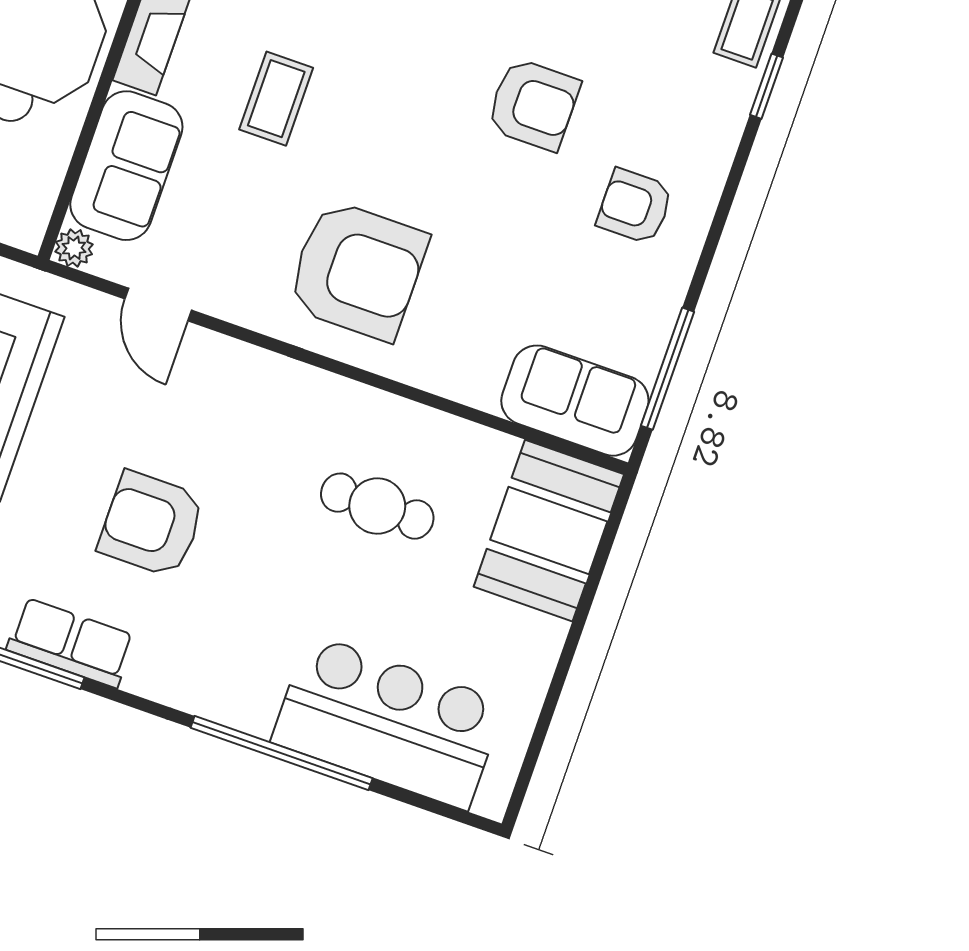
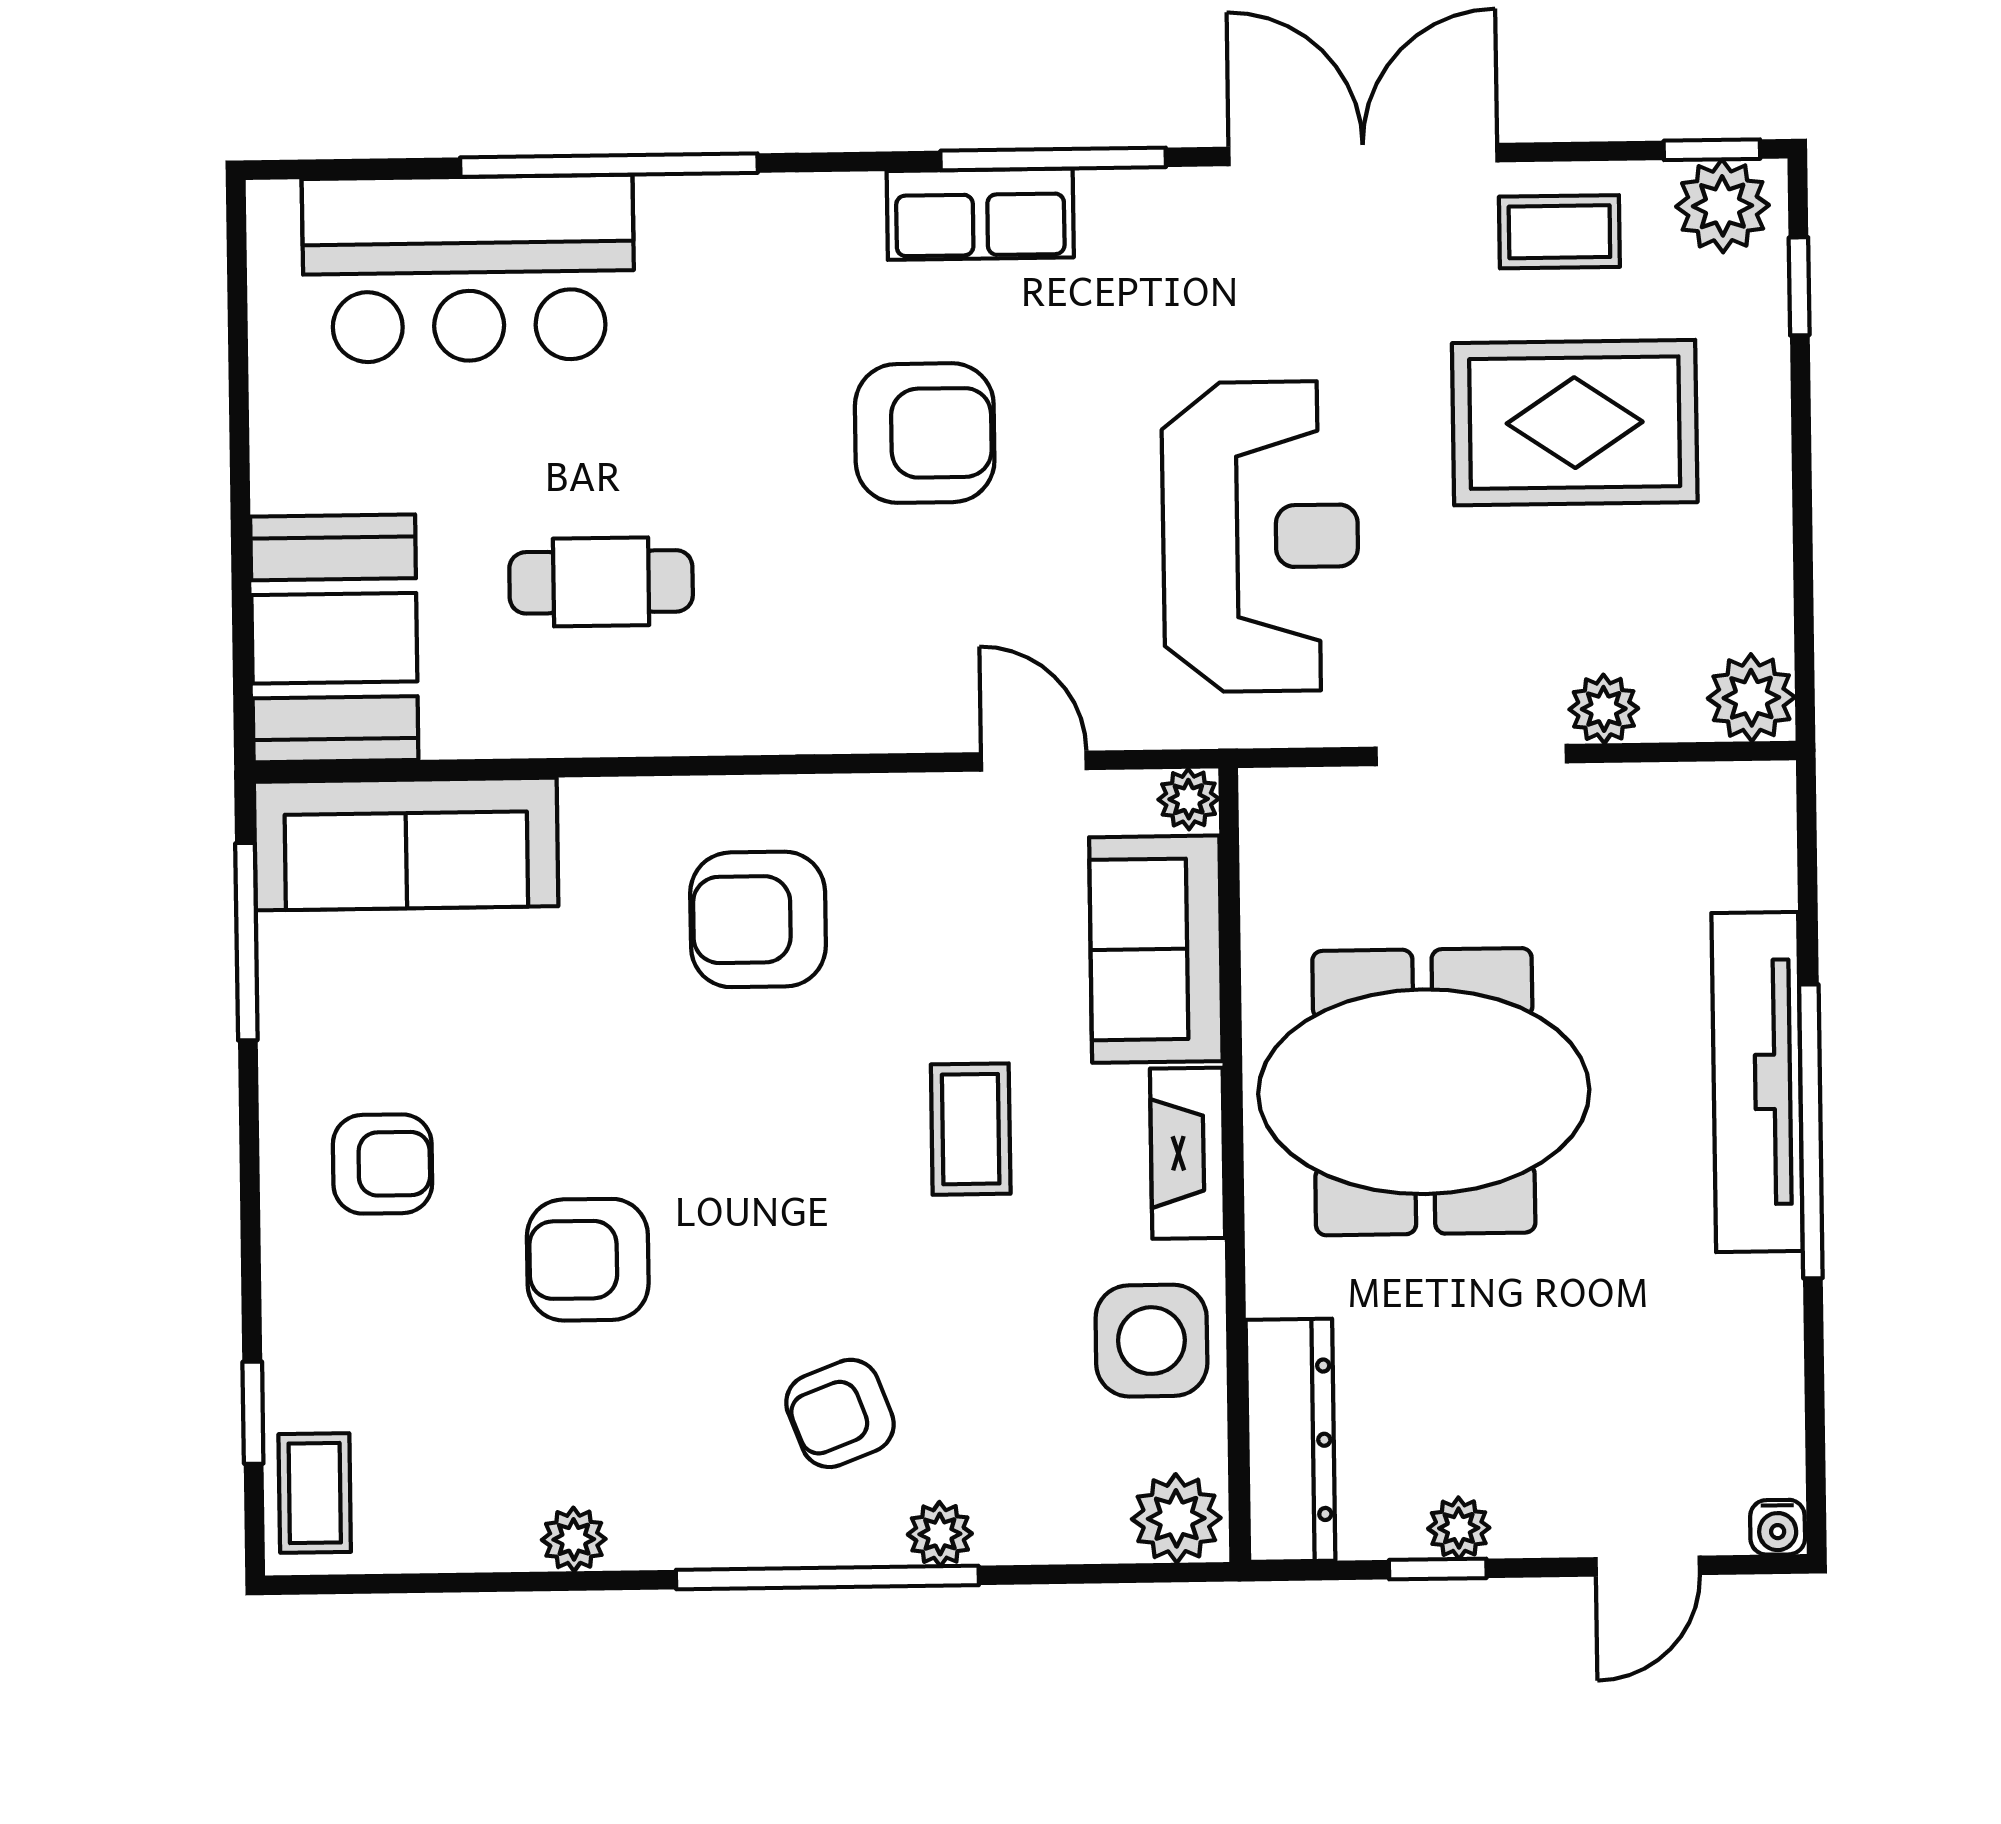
armchair: (357, 270) -> (758, 919), width x0.73, depth x0.73
sofa: (575, 401) -> (406, 844), width x1.36

